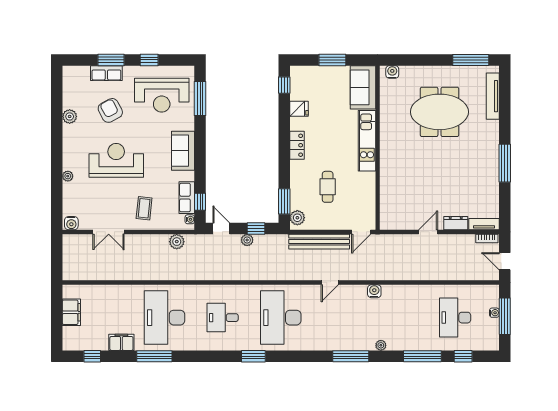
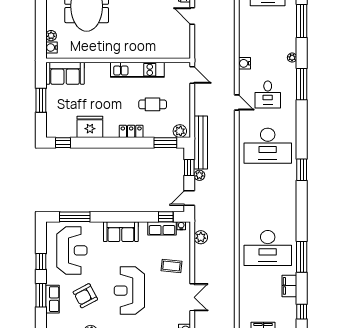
plant: (406, 71) -> (51, 36), added
fridge: (299, 109) -> (90, 127), width x1.88, depth x1.34
kitchen unit: (367, 141) -> (137, 70), moved
locker: (297, 145) -> (131, 131), moved
bench: (319, 242) -> (201, 142), moved
desk: (223, 318) -> (268, 95), moved

